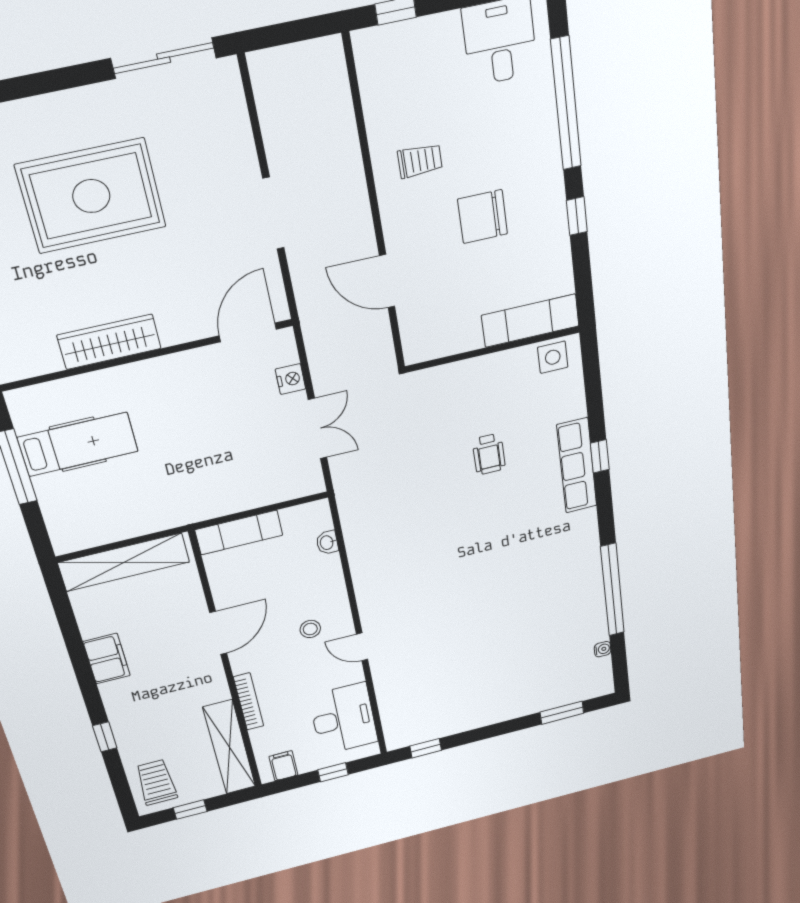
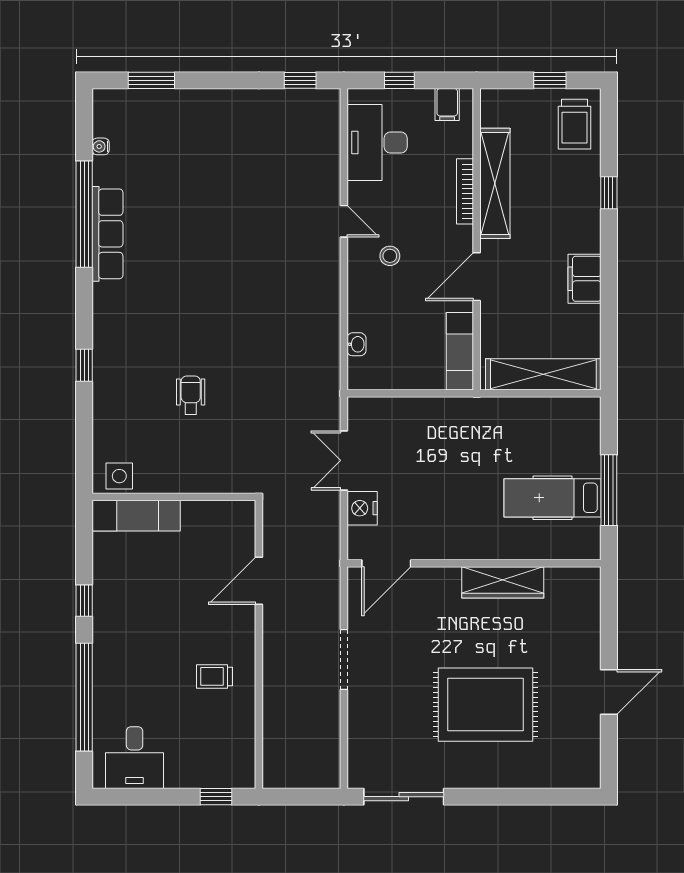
chair: (483, 217) -> (167, 618), removed
door: (387, 281) -> (259, 581), swing flipped
nightstand: (291, 379) -> (362, 508), width x1.36, depth x1.33
row of seats: (577, 466) -> (107, 234), moved
exam couch: (239, 532) -> (460, 351), moved, turned -90
shelving: (229, 747) -> (495, 183), moved

